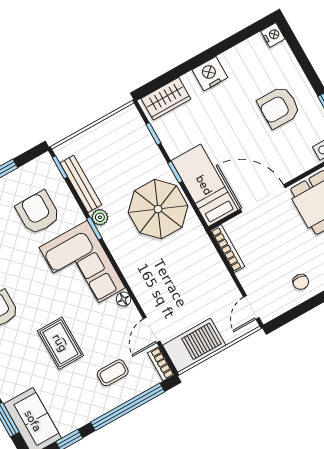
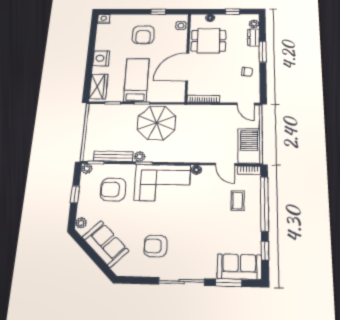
plant: (45, 162) -> (87, 169), added
bed: (204, 185) -> (136, 80), moved, turned 90
rug: (60, 343) -> (200, 221), removed

